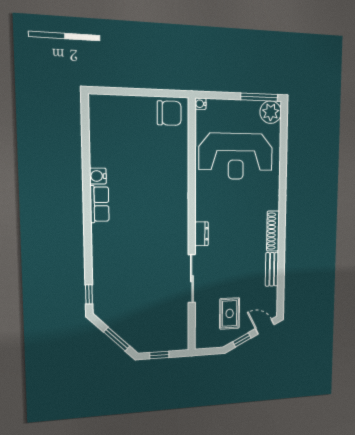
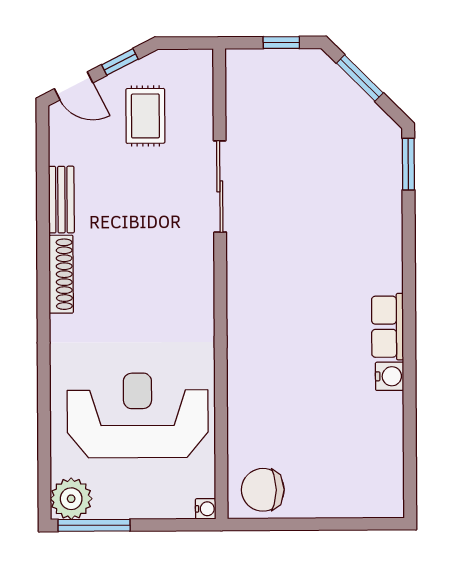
dresser: (202, 234) -> (202, 271), removed
window: (89, 294) -> (408, 164), width x1.50

